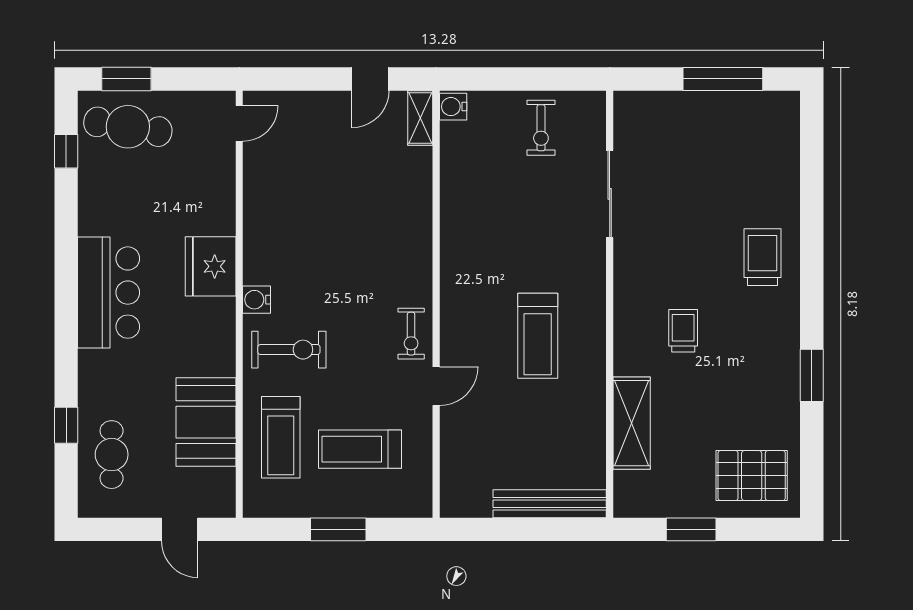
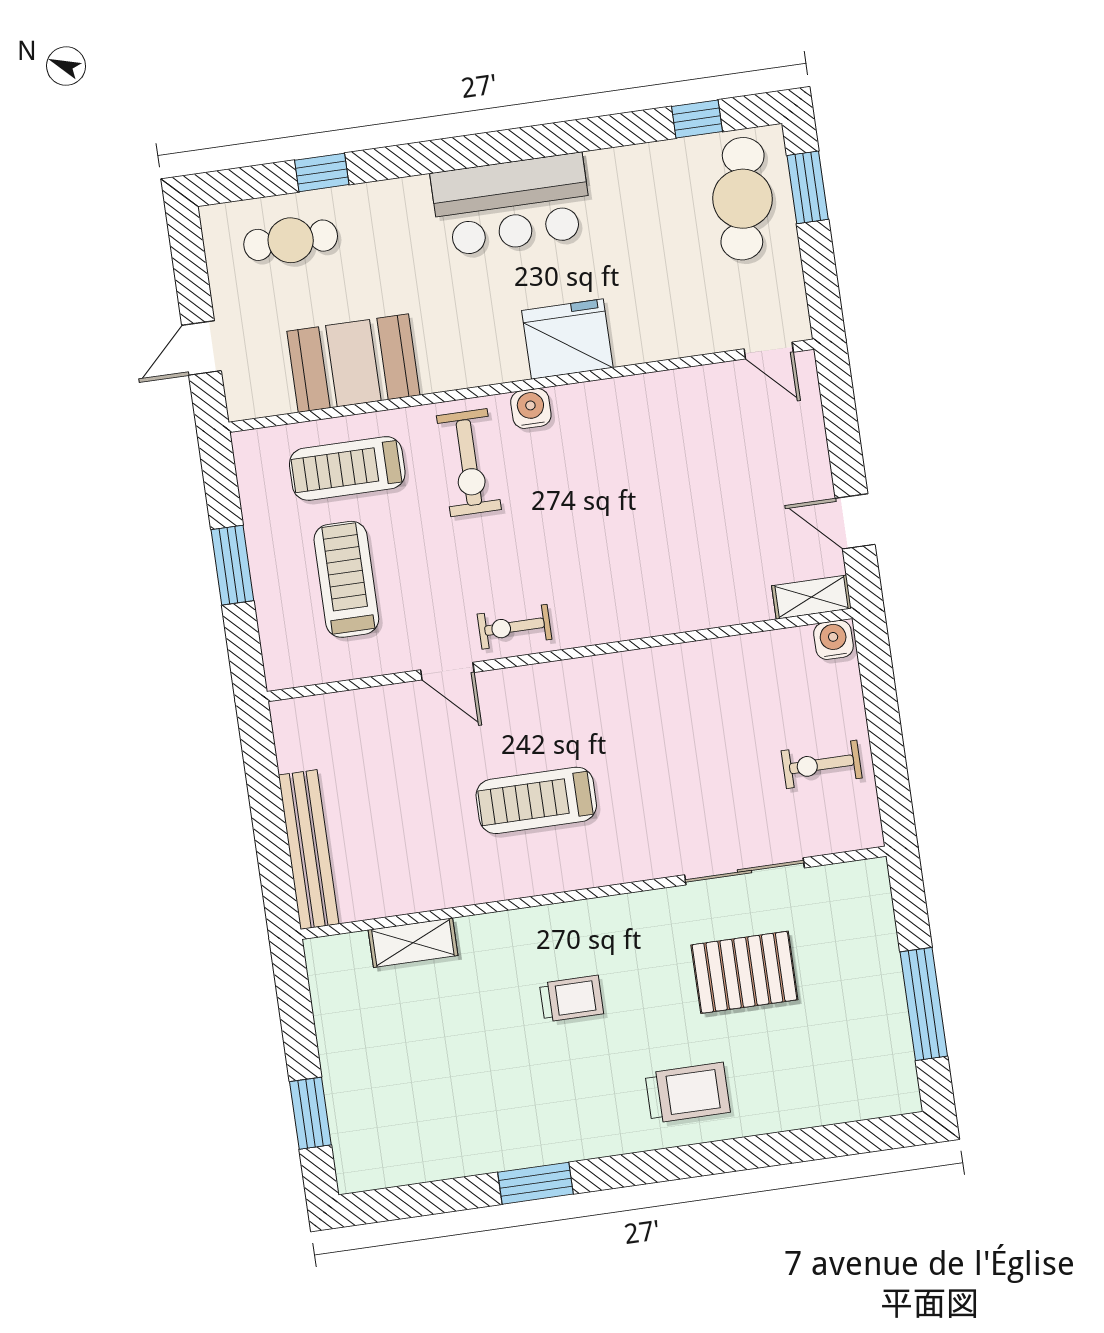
shelving: (632, 423) -> (413, 943), width x0.67, depth x0.75
pallet: (752, 476) -> (744, 972), moved, turned 90
window: (691, 529) -> (310, 1113), moved

